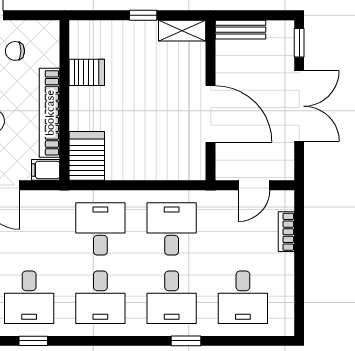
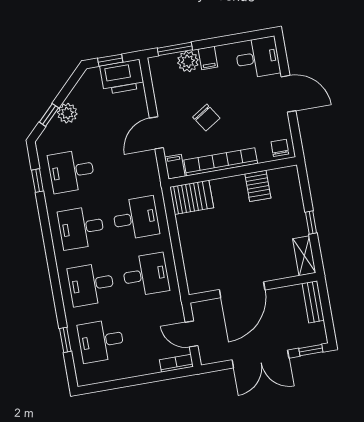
chair: (15, 51) -> (280, 148), moved
bookcase: (286, 232) -> (176, 363), moved
window: (186, 341) -> (65, 340), moved

